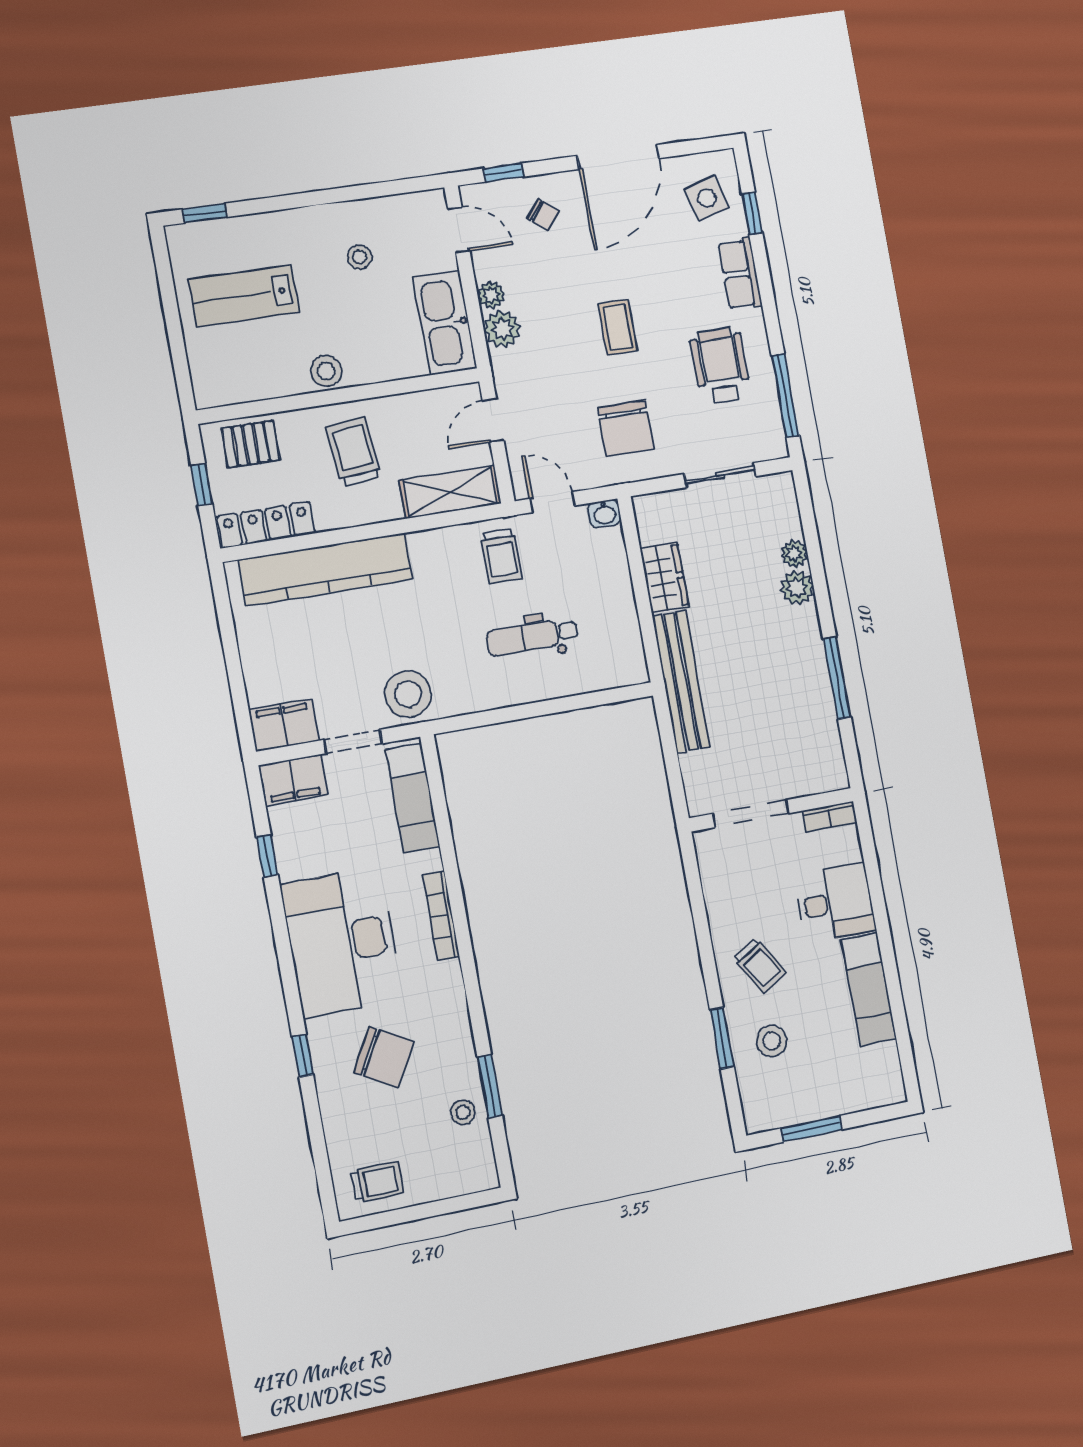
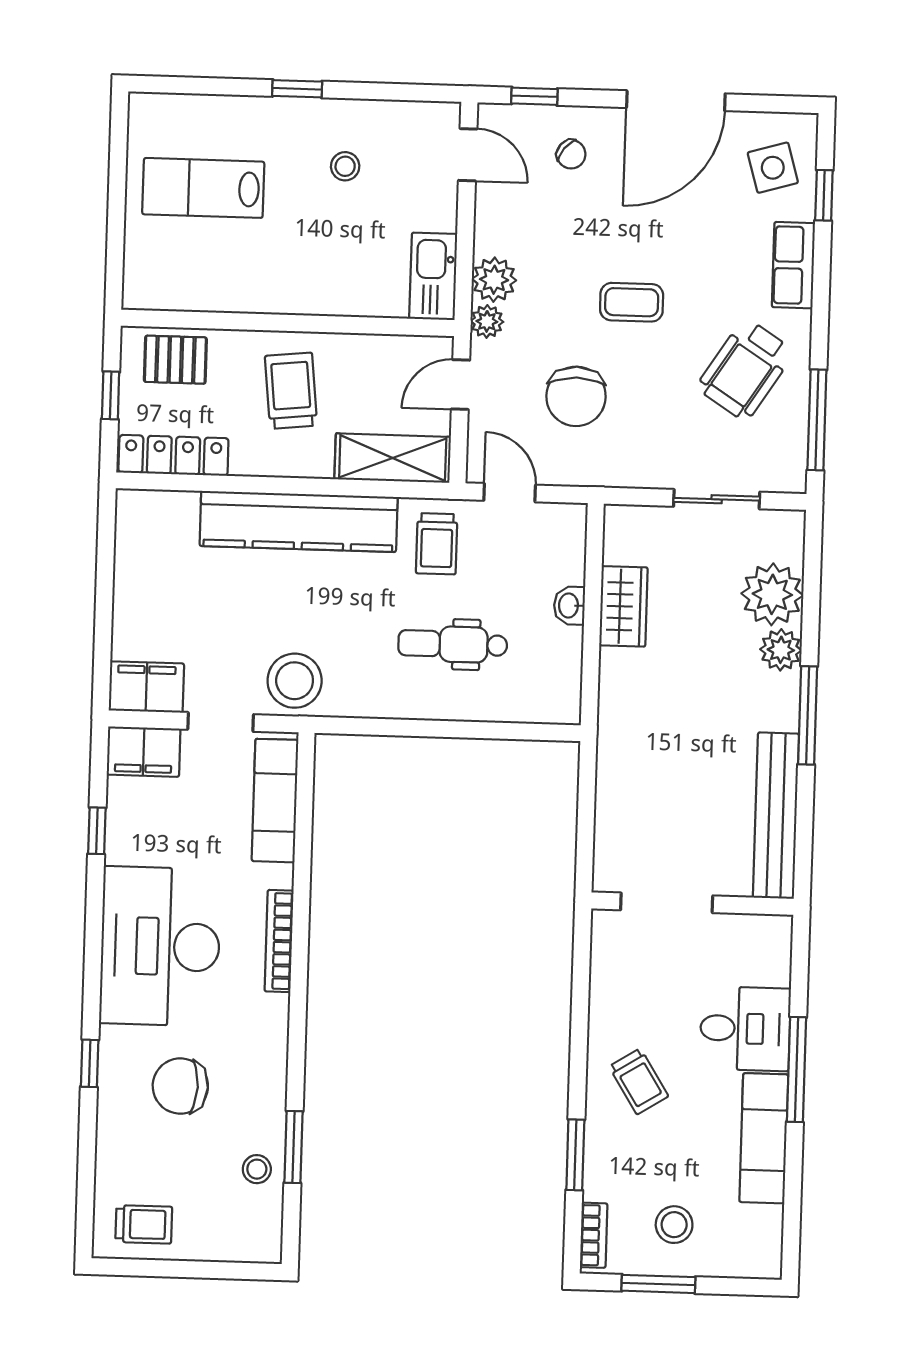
window: (205, 213) -> (297, 89), moved
plant: (491, 295) -> (487, 321), moved
kitchen sink: (445, 323) -> (433, 276), width x0.73, depth x0.81
coffee table: (618, 327) -> (632, 302), turned 90
wheelchair: (720, 365) -> (745, 370), turned -147
stool: (326, 371) -> (279, 292), removed
chair: (626, 428) -> (576, 396), moved
washbasin: (604, 513) -> (569, 606), moved, turned 90
plant: (794, 554) -> (772, 594), width x1.88, depth x1.88
kitchen counter: (326, 569) -> (299, 522), moved
window: (837, 678) -> (808, 715), moved
bench: (681, 681) -> (776, 816), moved
bookcase: (830, 816) -> (594, 1235), moved, turned -90
window: (883, 927) -> (796, 1070), added
stool: (772, 1041) -> (674, 1225), moved
chair: (384, 1057) -> (180, 1086), turned 153

